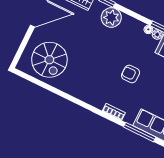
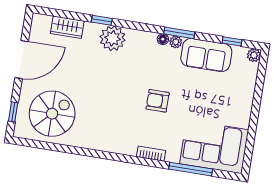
window: (21, 50) -> (13, 112), added
spiral stairs: (49, 60) -> (52, 114), turned -90

